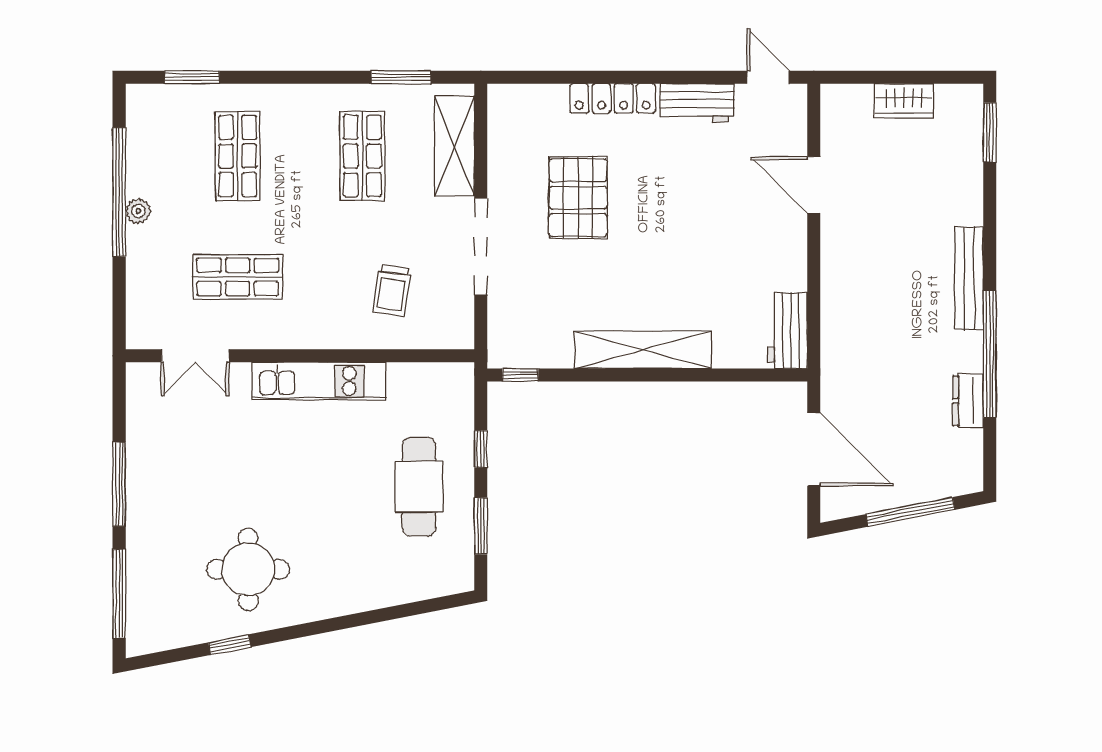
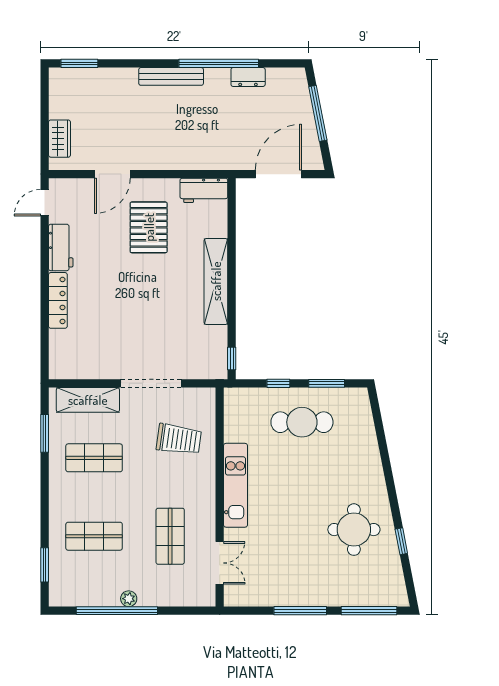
wardrobe: (904, 101) -> (59, 139), moved
pallet: (578, 198) -> (149, 227), moved, turned 90
trolley: (392, 291) -> (179, 439), width x1.36, depth x1.39

